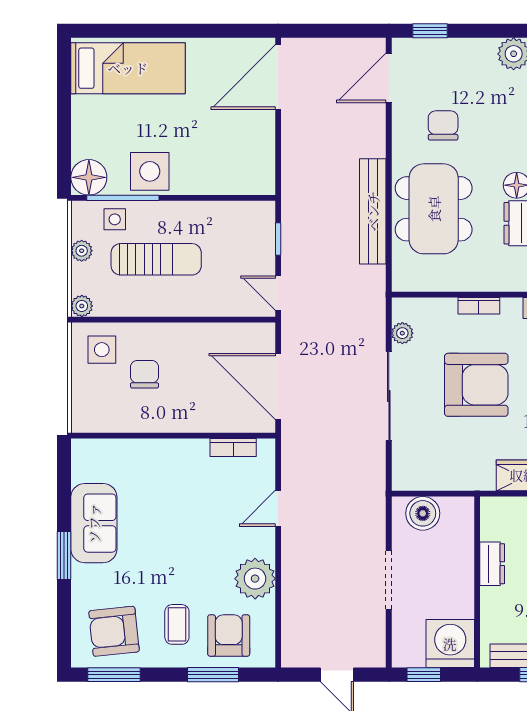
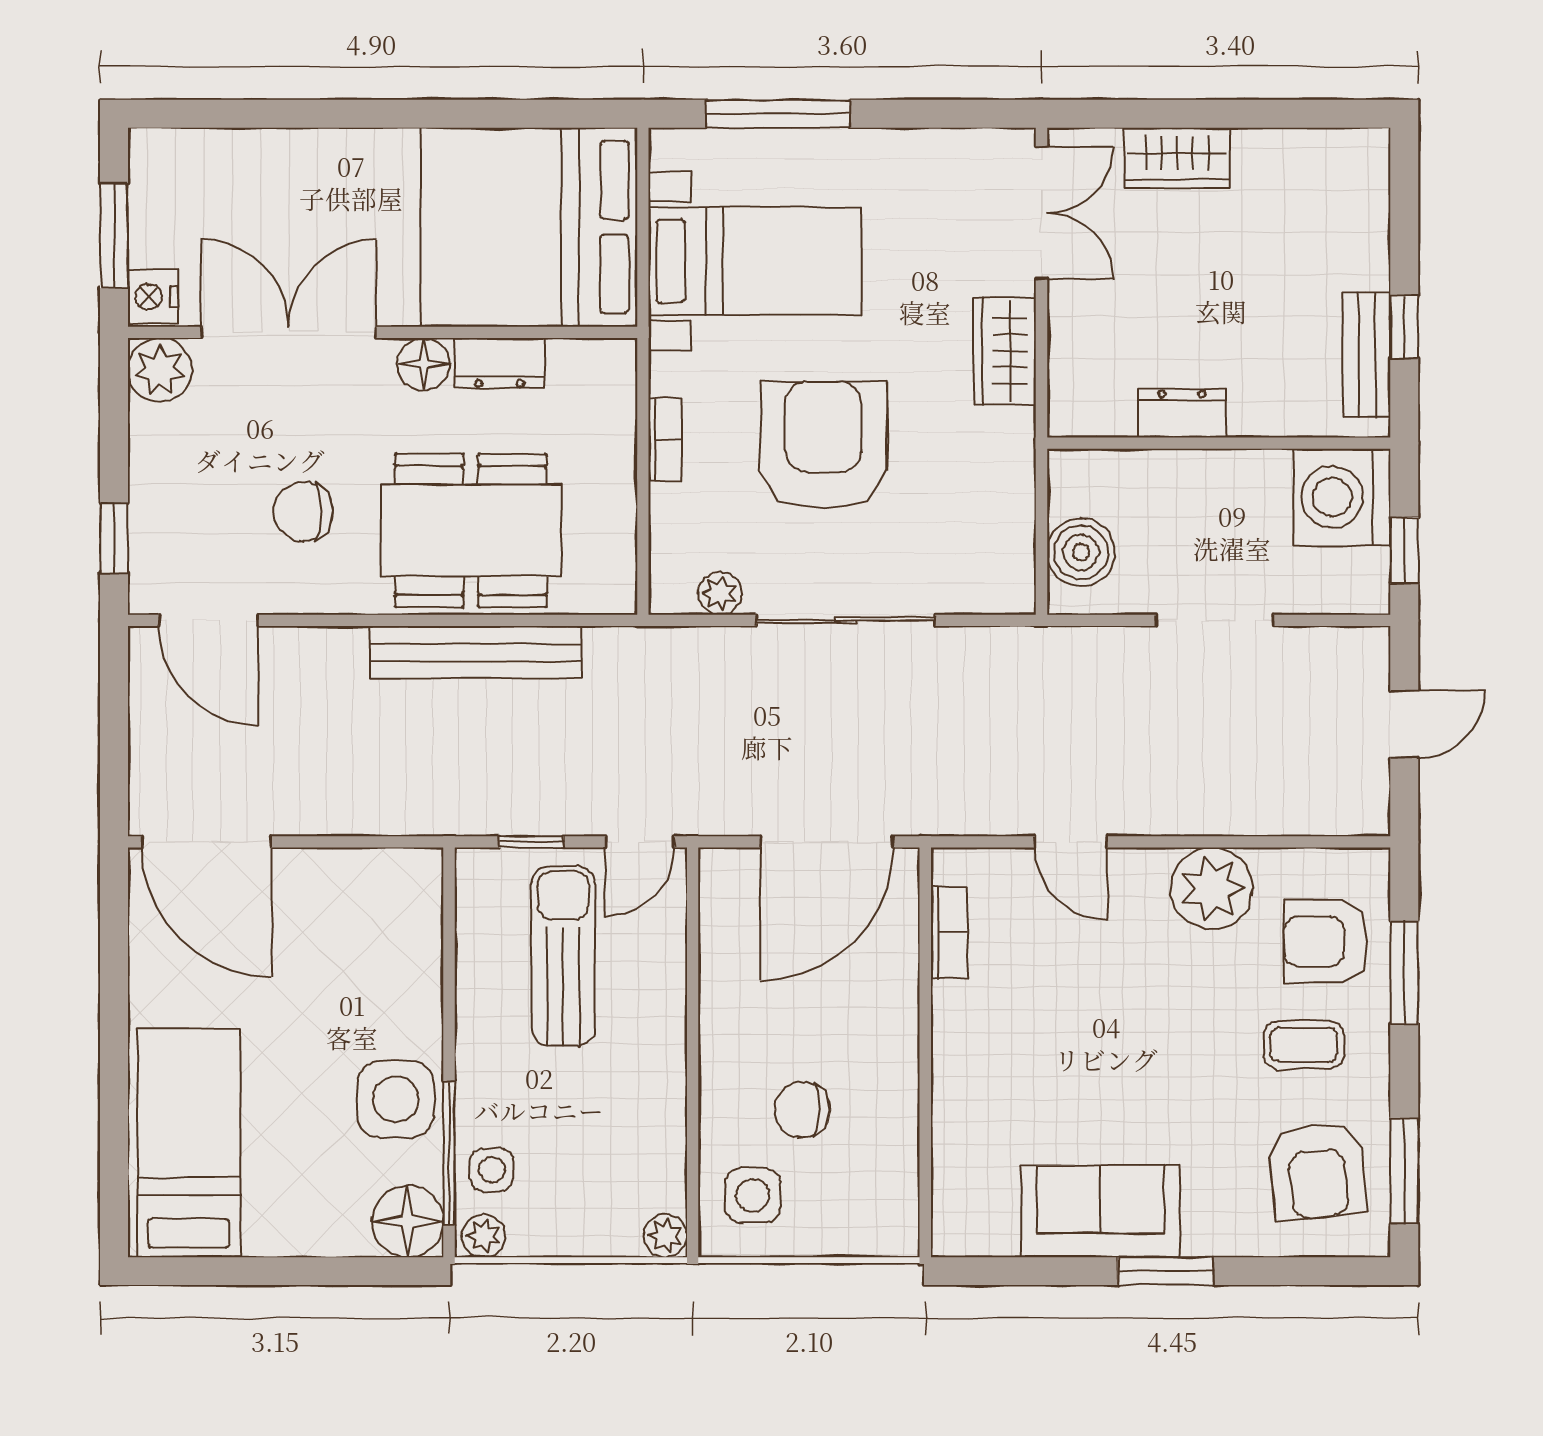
plant: (82, 251) -> (484, 1236), moved
sun lounger: (156, 259) -> (563, 956), moved

